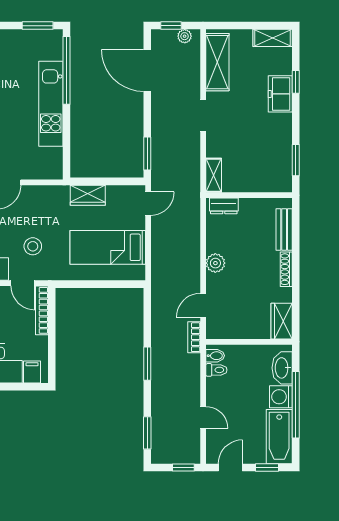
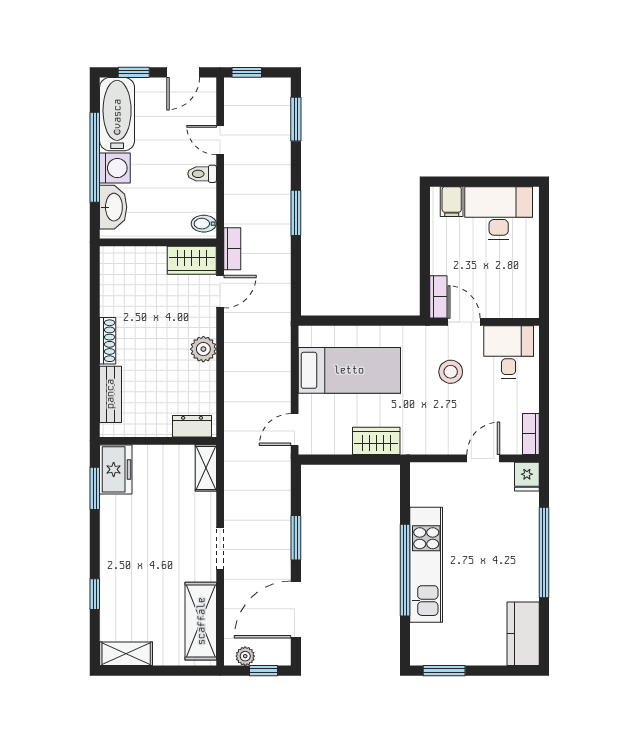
window: (66, 70) -> (405, 570), moved
door: (147, 71) -> (296, 609), swing flipped
freezer: (280, 94) -> (116, 469), moved
window: (147, 154) -> (296, 538), moved
bookcase: (42, 310) -> (438, 297), width x0.64
wardrobe: (282, 321) -> (192, 260), moved, turned 90
toilet: (216, 370) -> (202, 174), moved

